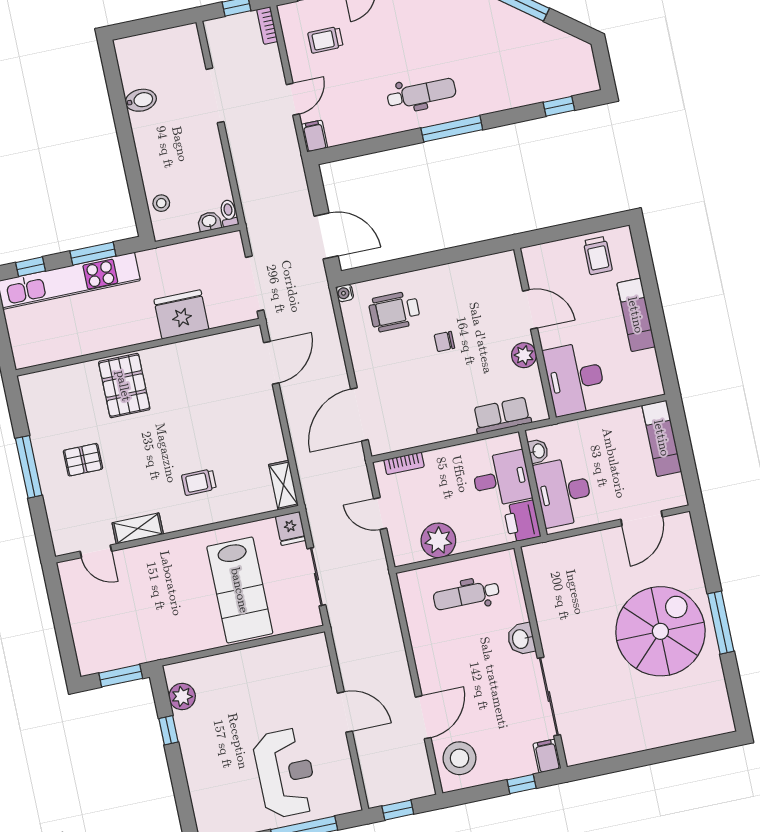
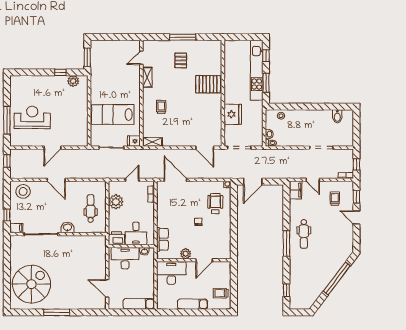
bidet: (141, 100) -> (337, 116), moved
filing cabinet: (314, 136) -> (296, 190), width x2.00
spiral stairs: (660, 631) -> (31, 284), moved, turned -90
door: (423, 717) -> (56, 180), moved
reception desk: (286, 773) -> (32, 117), turned 180

